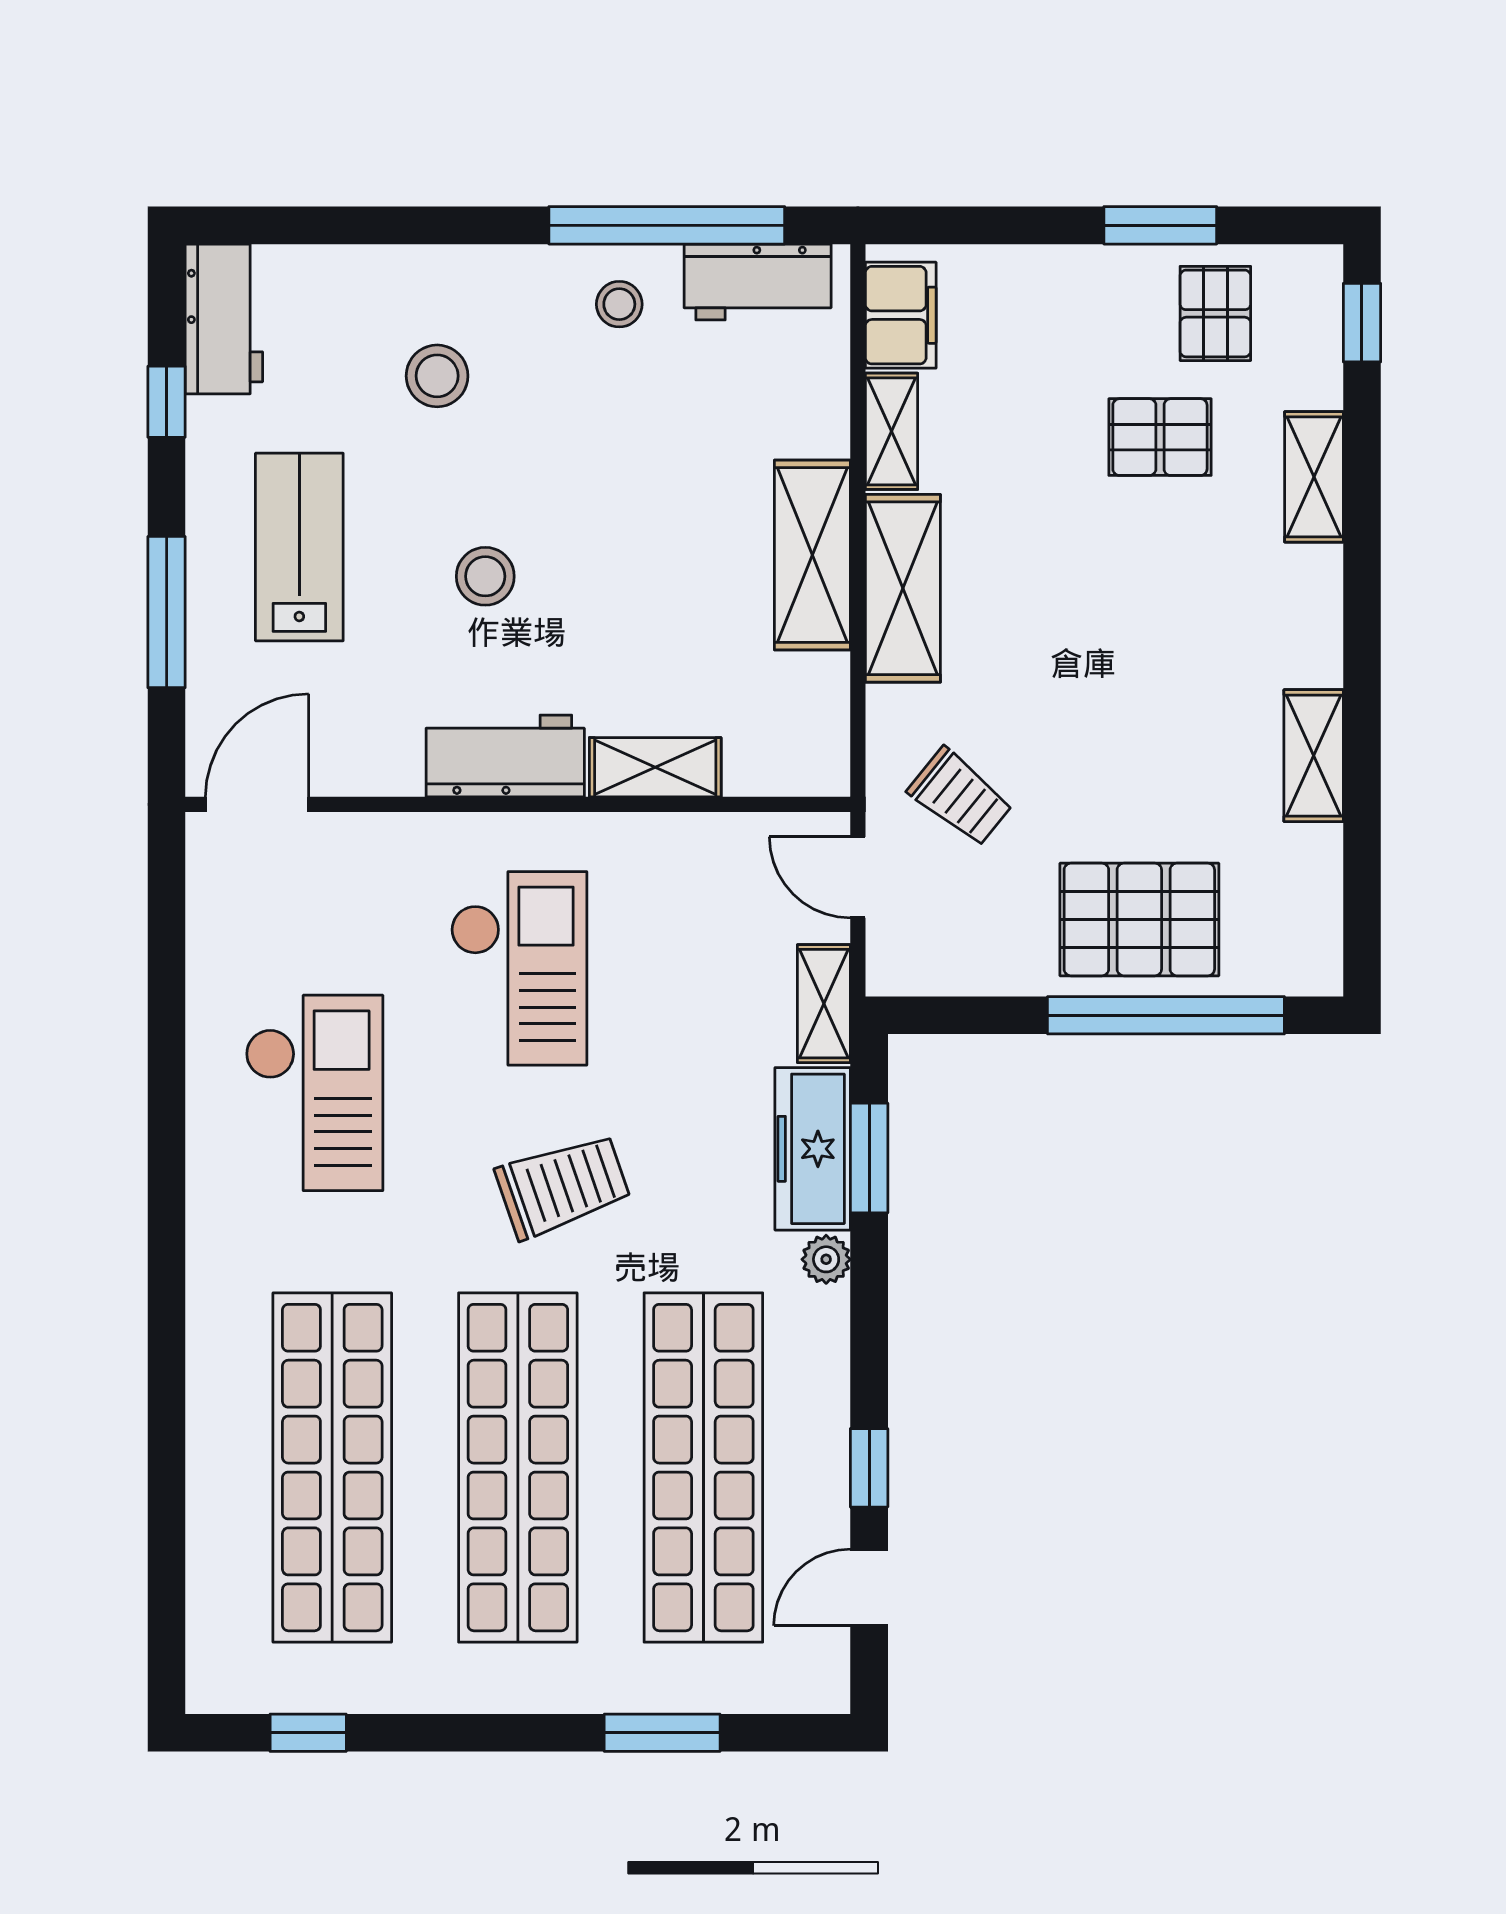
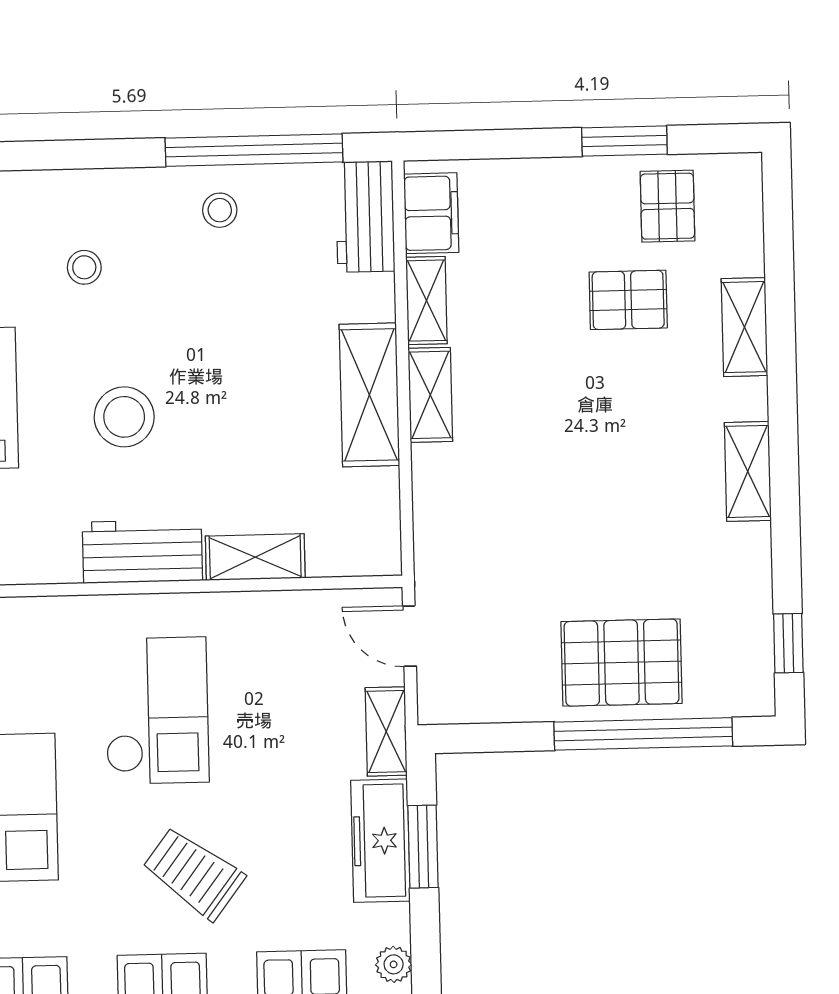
workbench: (758, 282) -> (365, 217), moved, turned 90
window: (1362, 323) -> (788, 643), moved
stool: (437, 376) -> (84, 267), width x0.73, depth x0.73
stool: (485, 576) -> (124, 417), width x1.38, depth x1.38
shelving: (903, 588) -> (430, 395), width x0.67, depth x0.75
shelving: (1314, 756) -> (748, 471), moved
trolley: (960, 797) -> (485, 574), removed
trolley: (563, 1186) -> (194, 873), turned -124
plant: (826, 1259) -> (394, 964), moved

